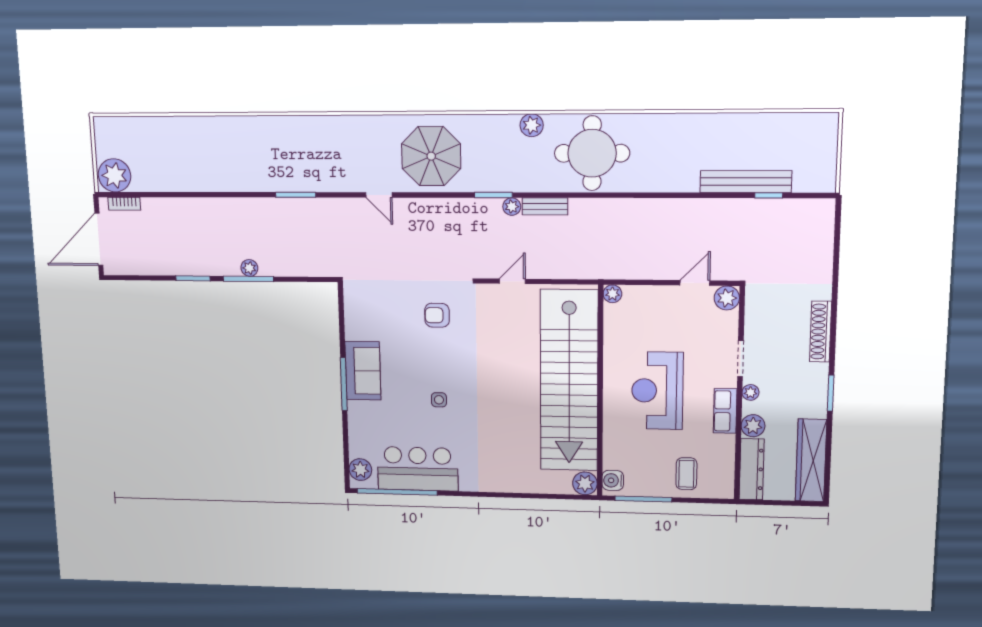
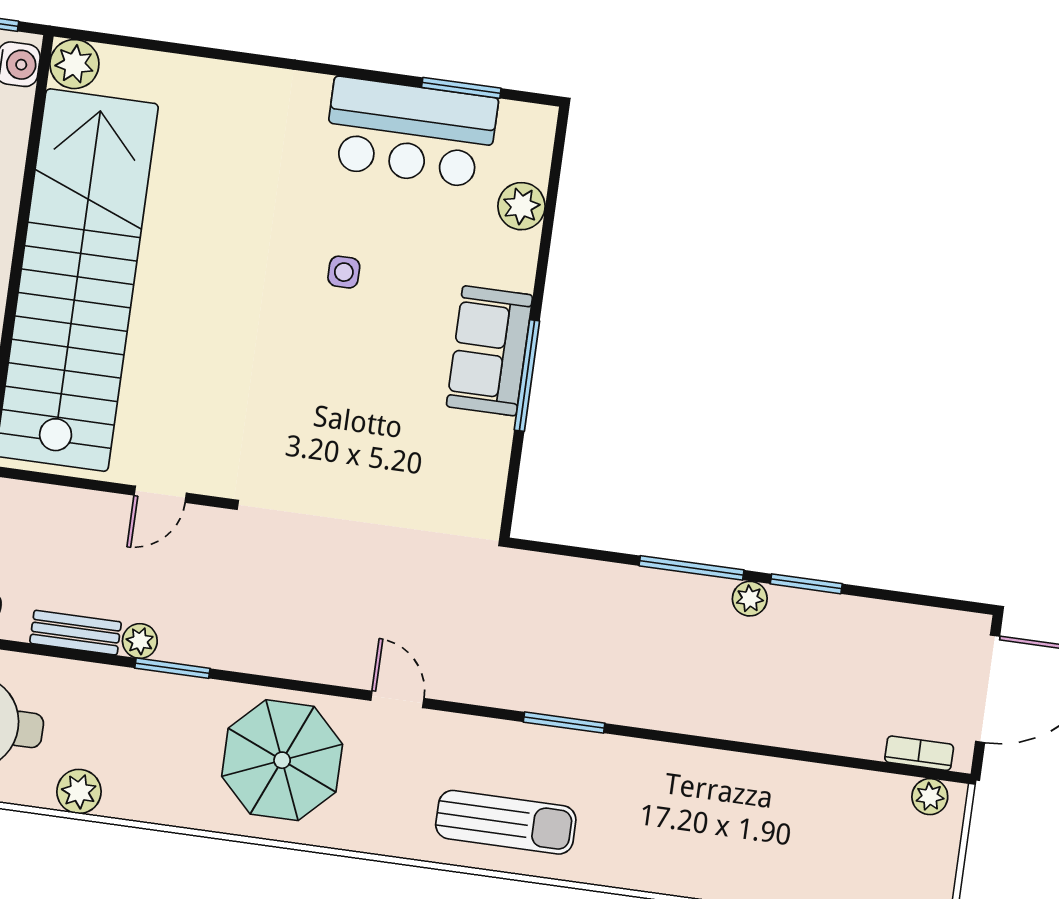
sun lounger: (315, 141) -> (506, 822), added
plant: (114, 175) -> (930, 797), width x0.53, depth x0.53
plant: (249, 268) -> (750, 599), moved
armchair: (437, 315) -> (320, 445), removed
window: (344, 384) -> (527, 375), moved
plant: (360, 470) -> (521, 206), moved
window: (397, 492) -> (461, 88), width x0.47

